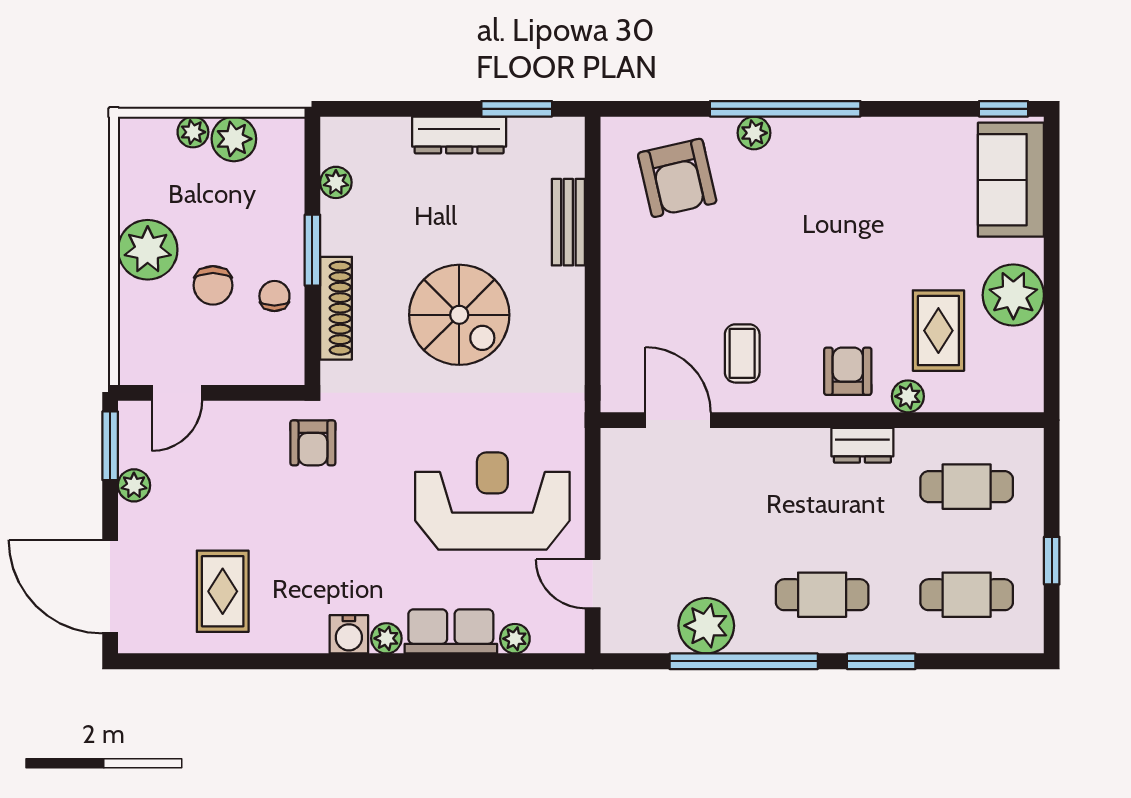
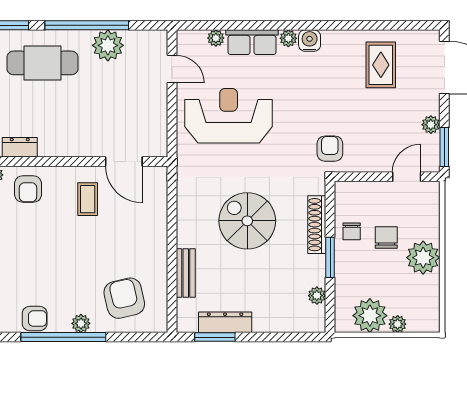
dresser: (459, 135) -> (225, 322), moved
plant: (234, 139) -> (370, 316), width x1.36, depth x1.36
armchair: (836, 142) -> (35, 319), added
reception desk: (492, 501) -> (229, 116), turned 180
cafe table: (822, 595) -> (42, 63), width x1.37, depth x1.35

